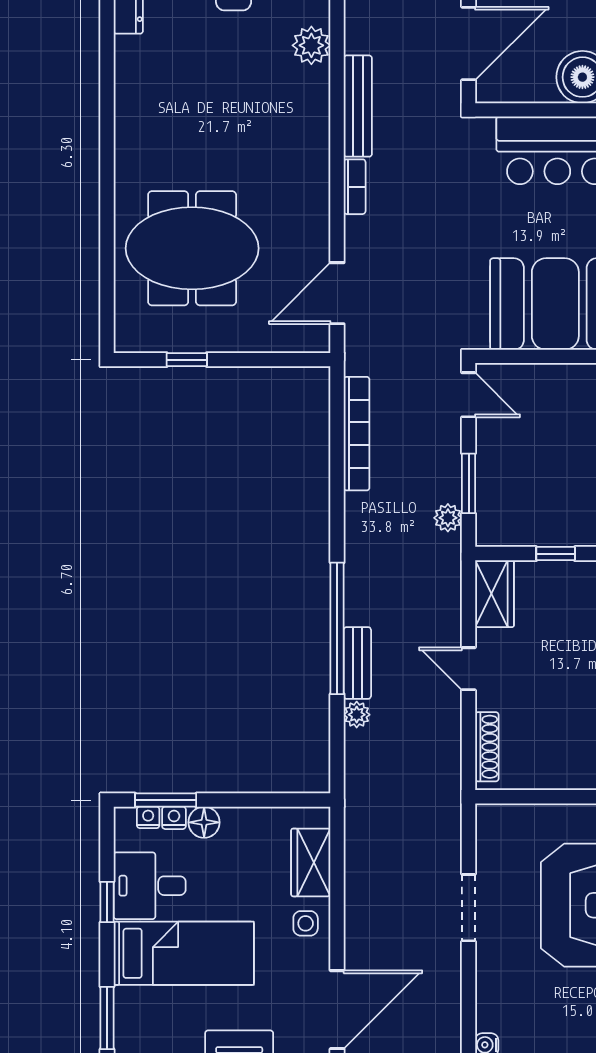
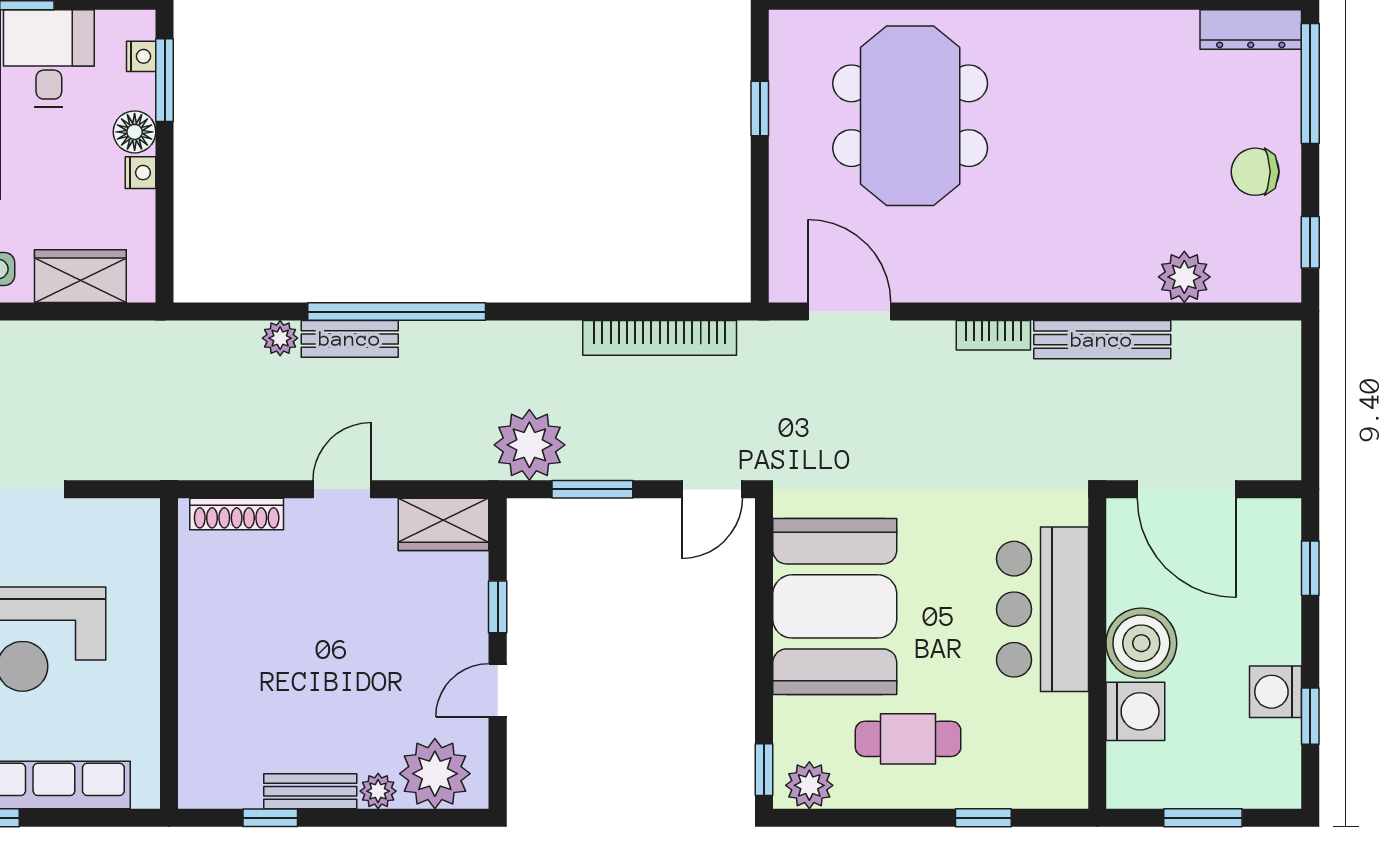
plant: (448, 518) -> (529, 445), width x1.88, depth x1.88
nightstand: (174, 818) -> (141, 173), moved

